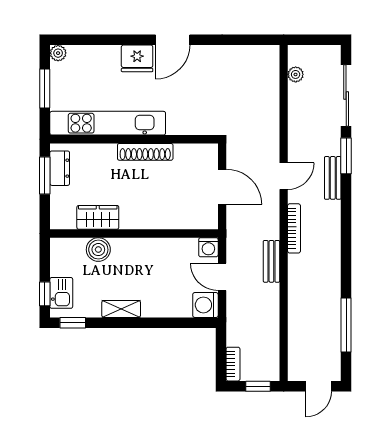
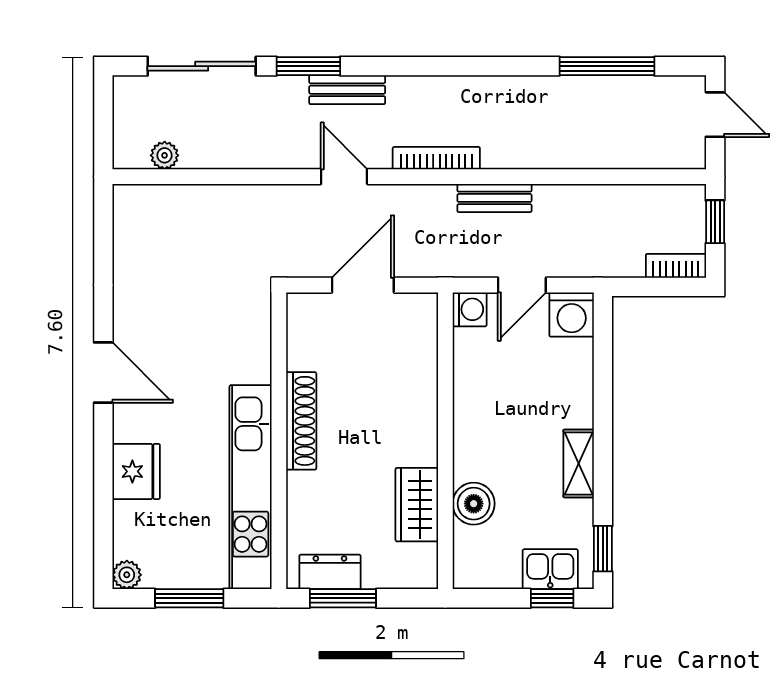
fridge: (137, 58) -> (136, 471), moved

